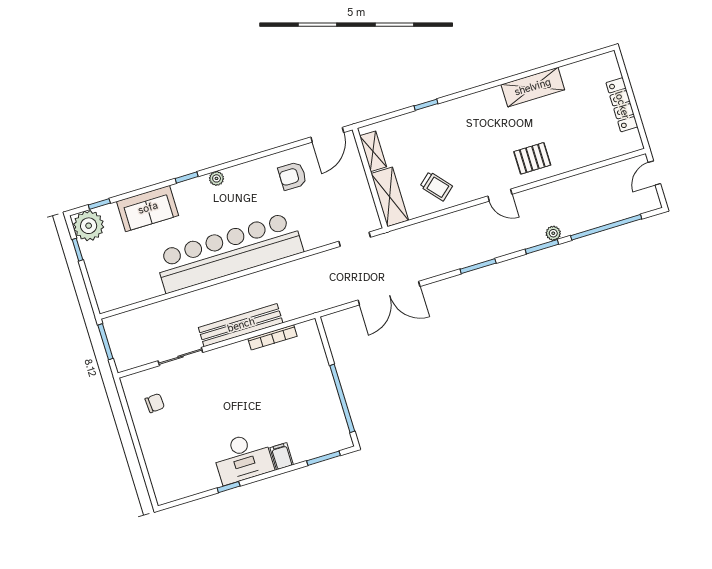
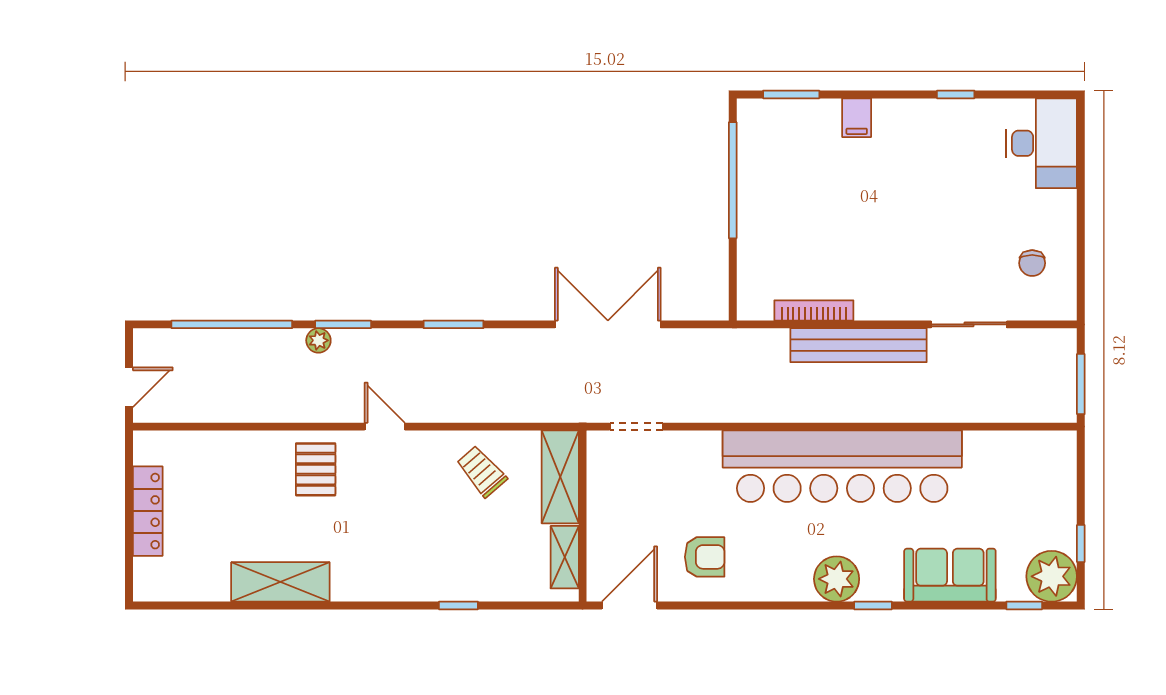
pallet: (532, 158) -> (316, 469), turned 90
plant: (217, 178) -> (837, 579), width x1.88, depth x1.88
chair: (155, 403) -> (1032, 263), turned -86
desk: (243, 458) -> (1042, 143), moved, turned 90

